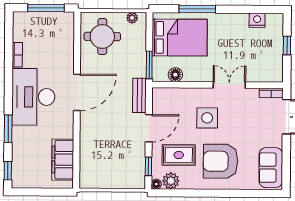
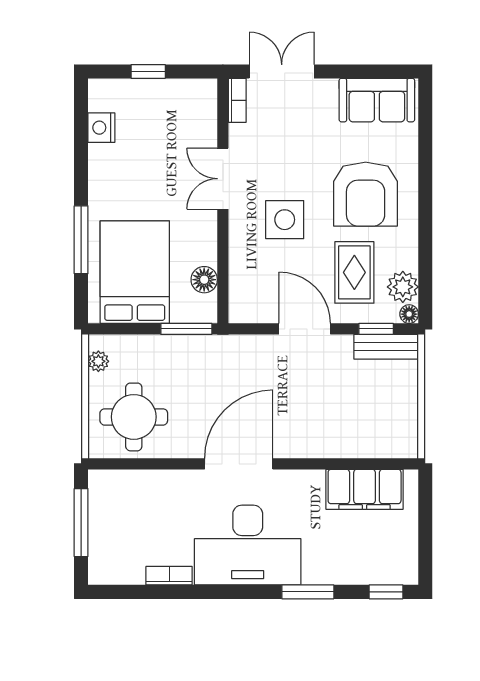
door: (77, 92) -> (239, 464), hinge flipped
bench: (139, 95) -> (386, 347), moved

